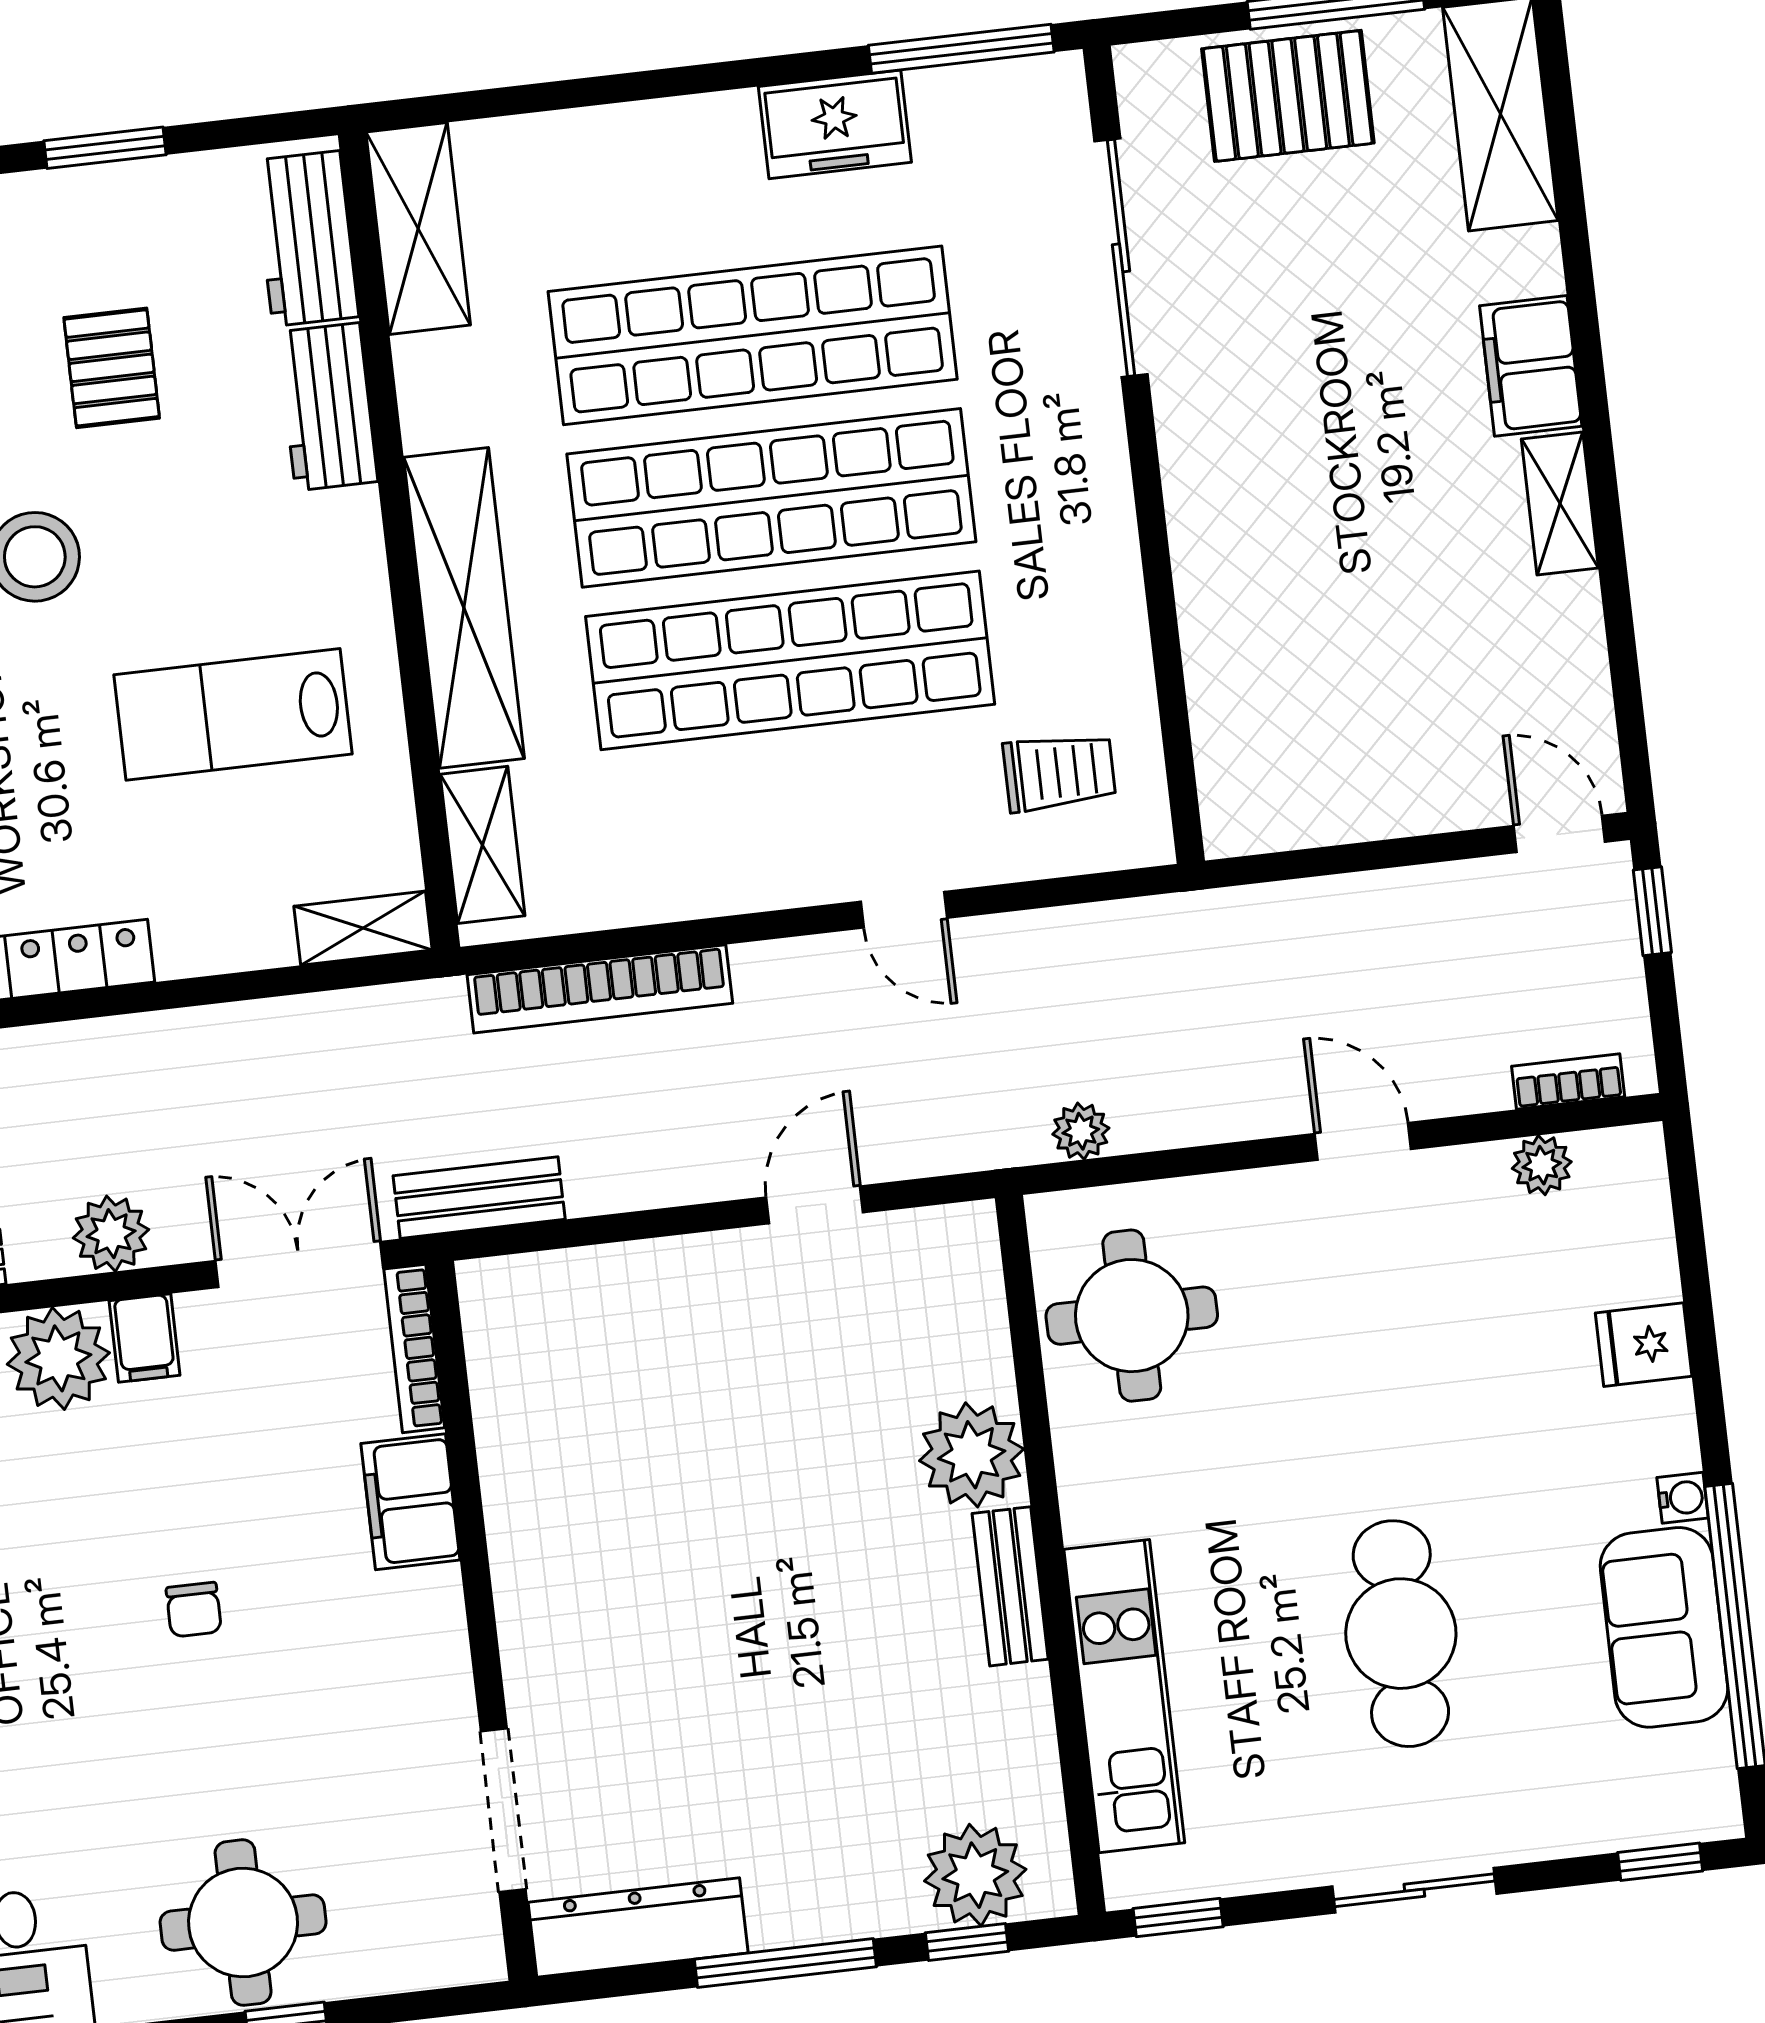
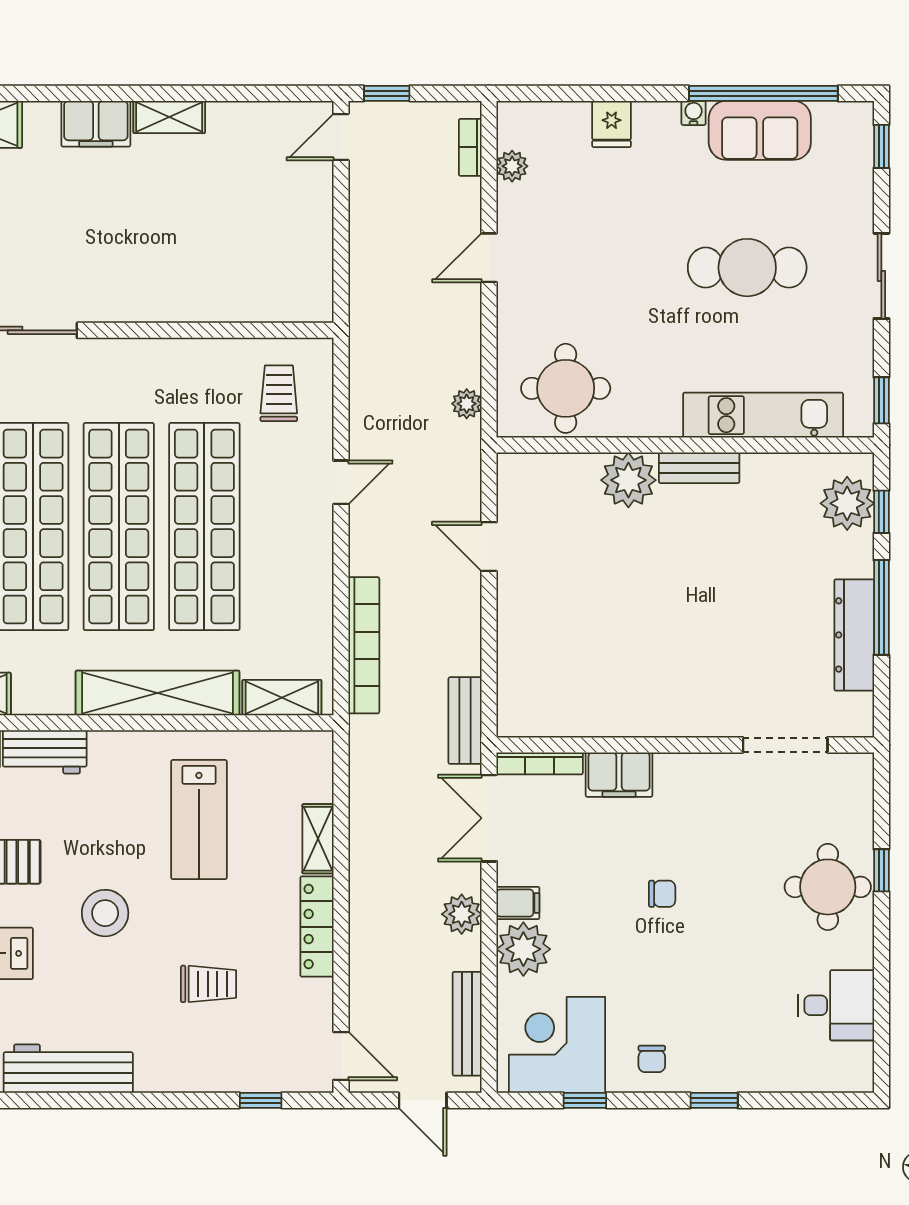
shelving: (363, 928) -> (318, 839), moved
dresser: (638, 1928) -> (854, 635), moved

